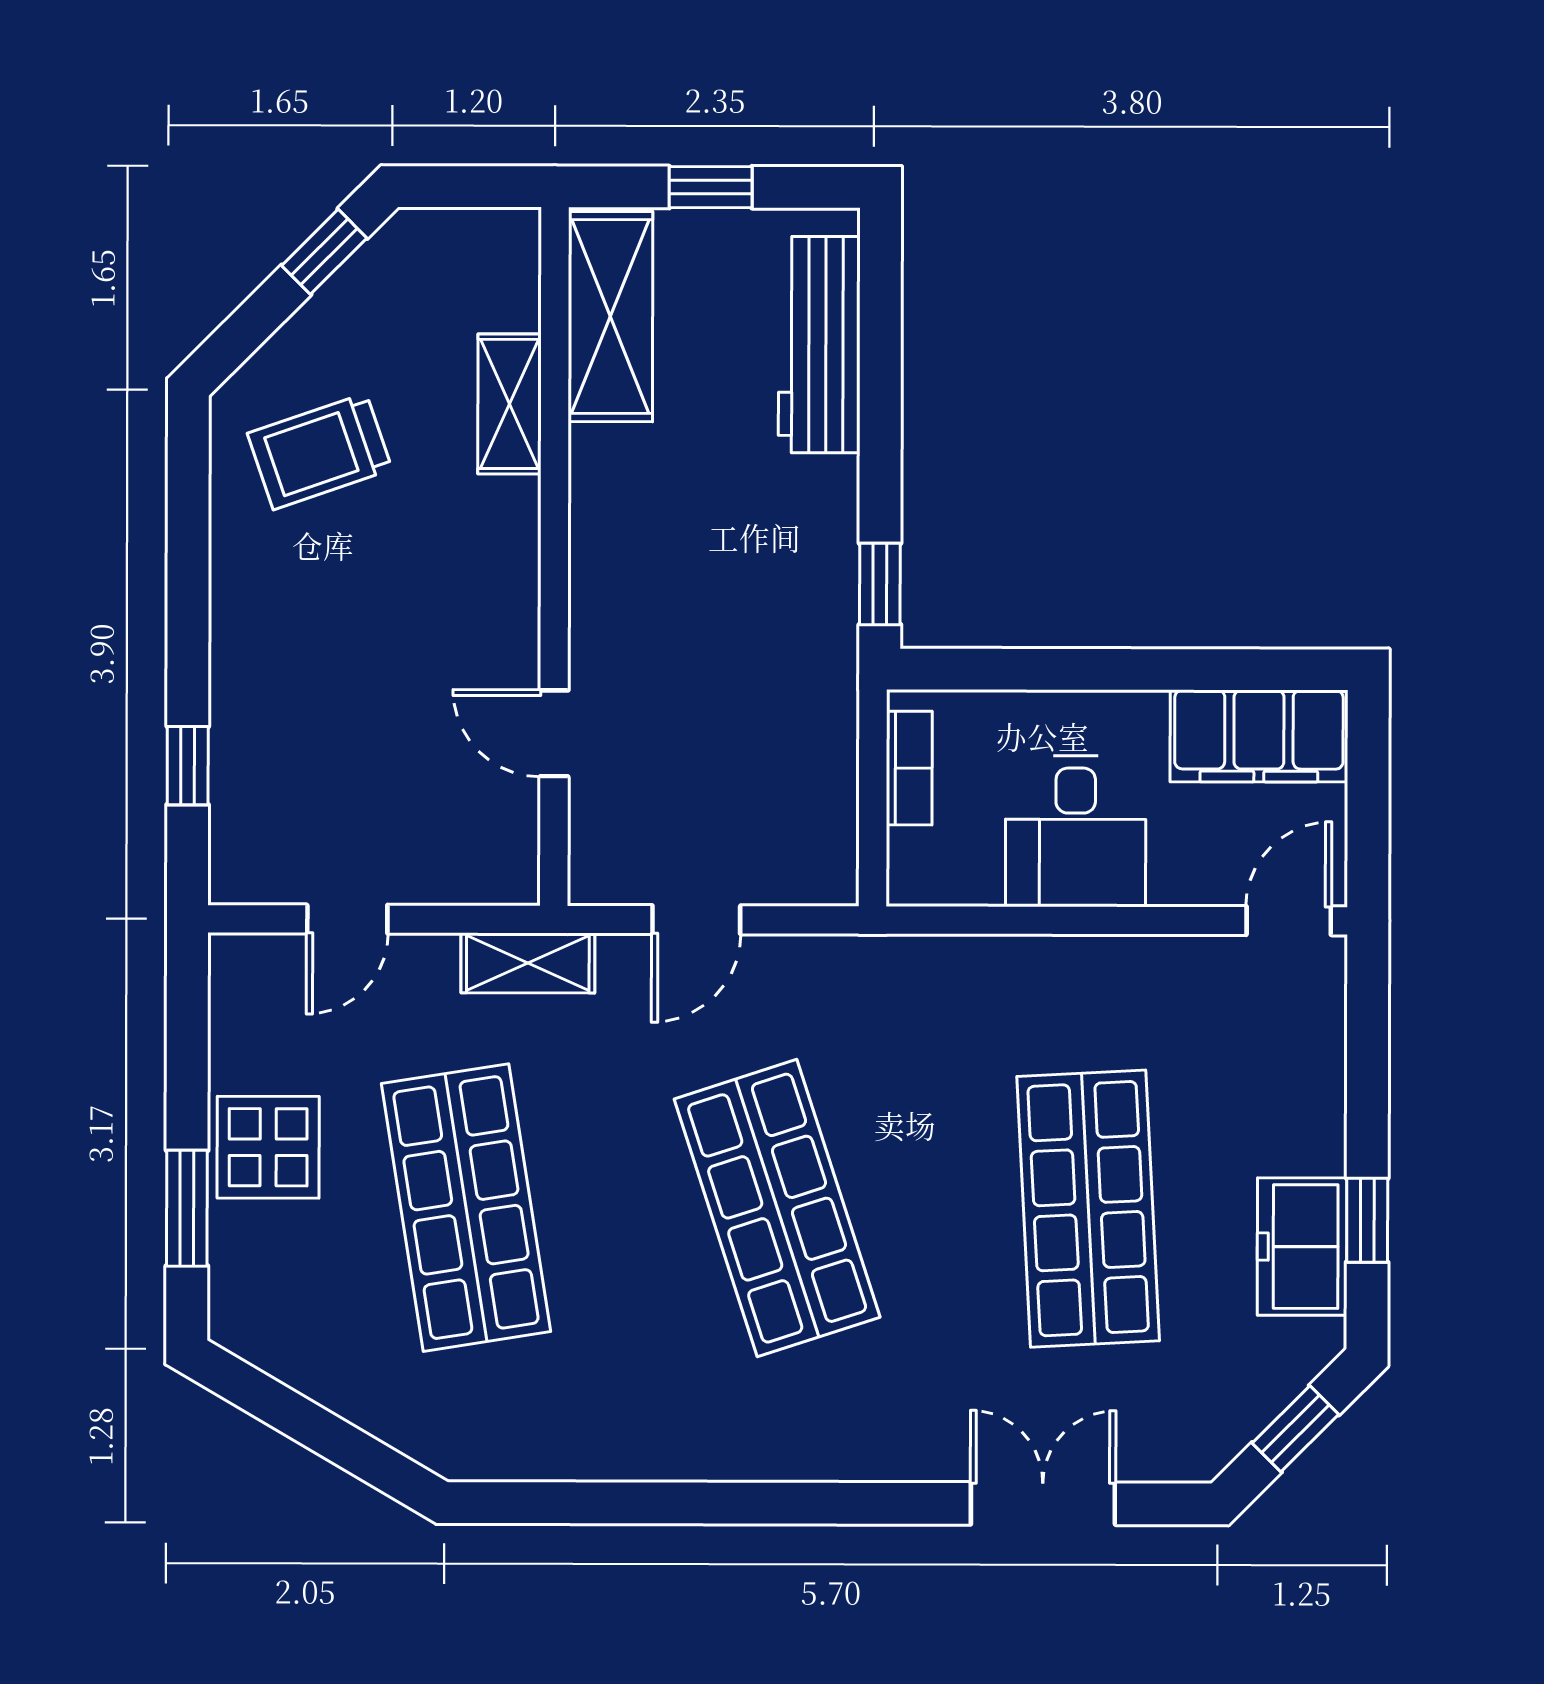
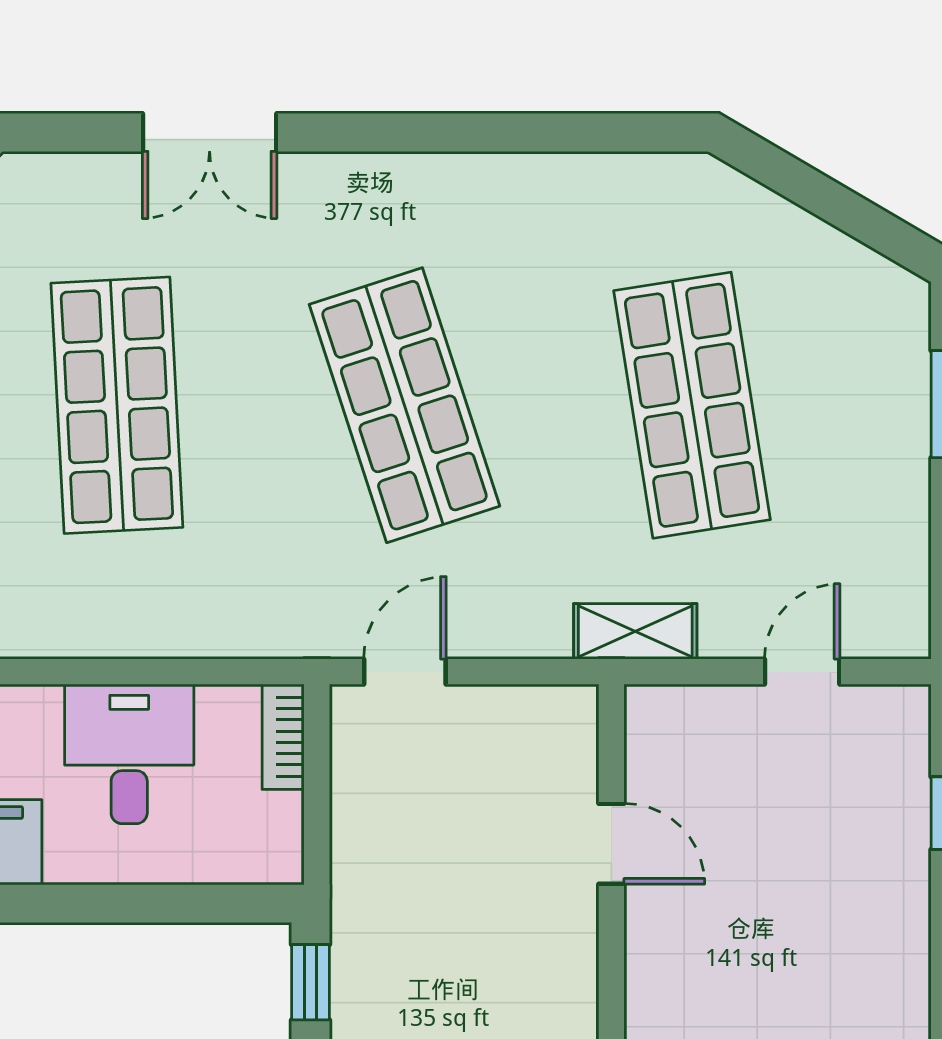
bookcase: (909, 768) -> (283, 737), moved
door: (696, 920) -> (405, 672), moved
display table: (268, 1147) -> (875, 461), removed
double door: (1043, 1504) -> (210, 132), moved

